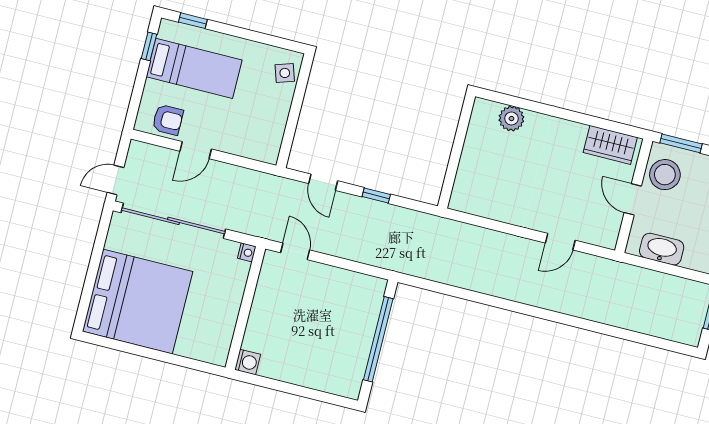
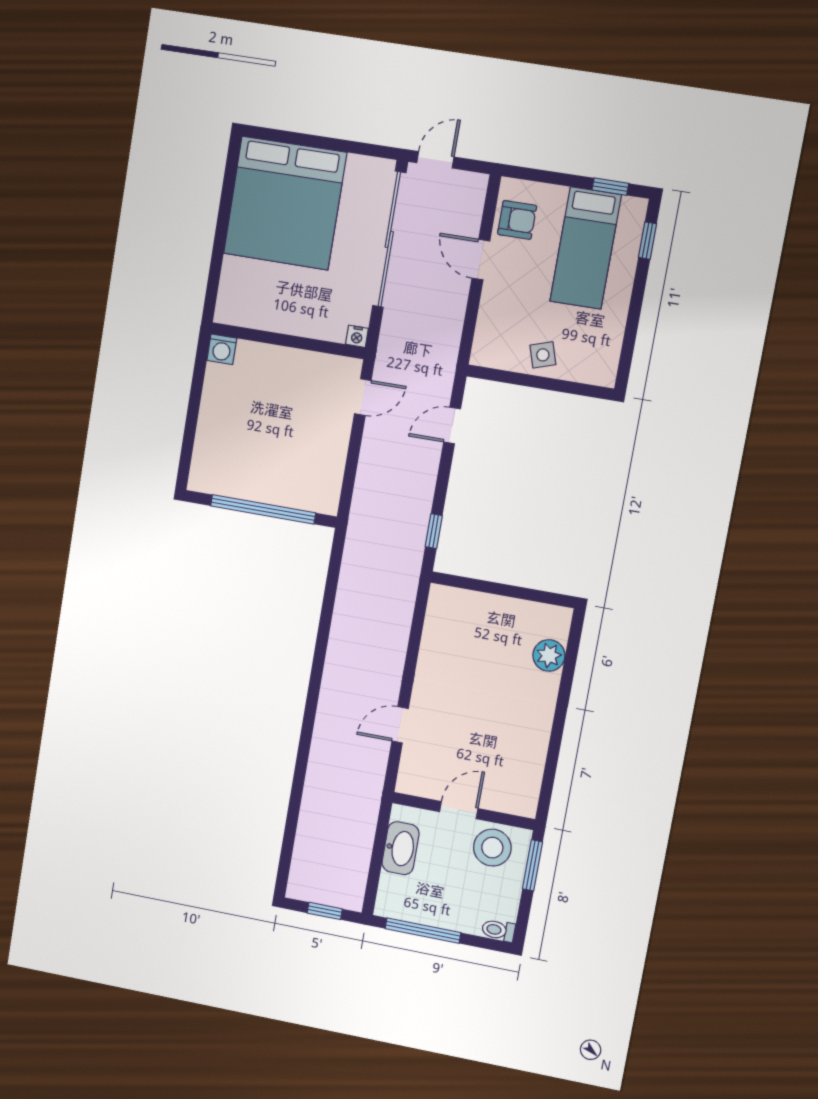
side table: (285, 73) -> (543, 355), moved
armchair: (168, 120) -> (517, 220), turned -90
wardrobe: (610, 145) -> (524, 779), removed
door: (115, 180) -> (435, 160), hinge flipped
window: (376, 196) -> (434, 531), moved
door: (560, 242) -> (400, 725), hinge flipped

